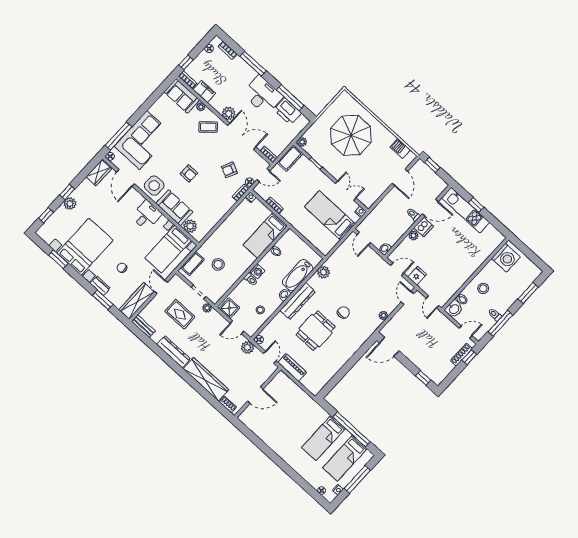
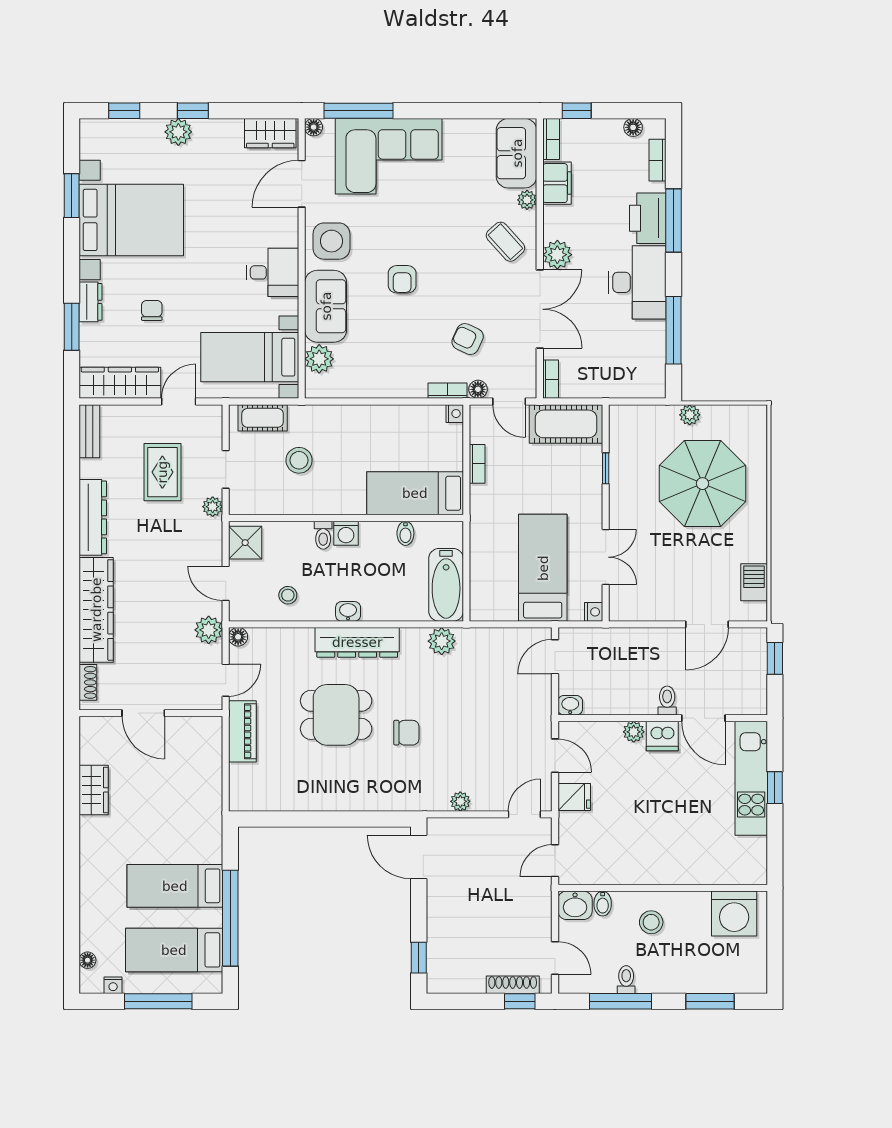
printer: (288, 111) -> (648, 218), moved
plant: (302, 142) -> (690, 415), moved
cot: (290, 158) -> (566, 424), width x1.37, depth x1.34
bathtub: (298, 275) -> (446, 585), moved, turned -90
wardrobe: (266, 436) -> (94, 790), added

